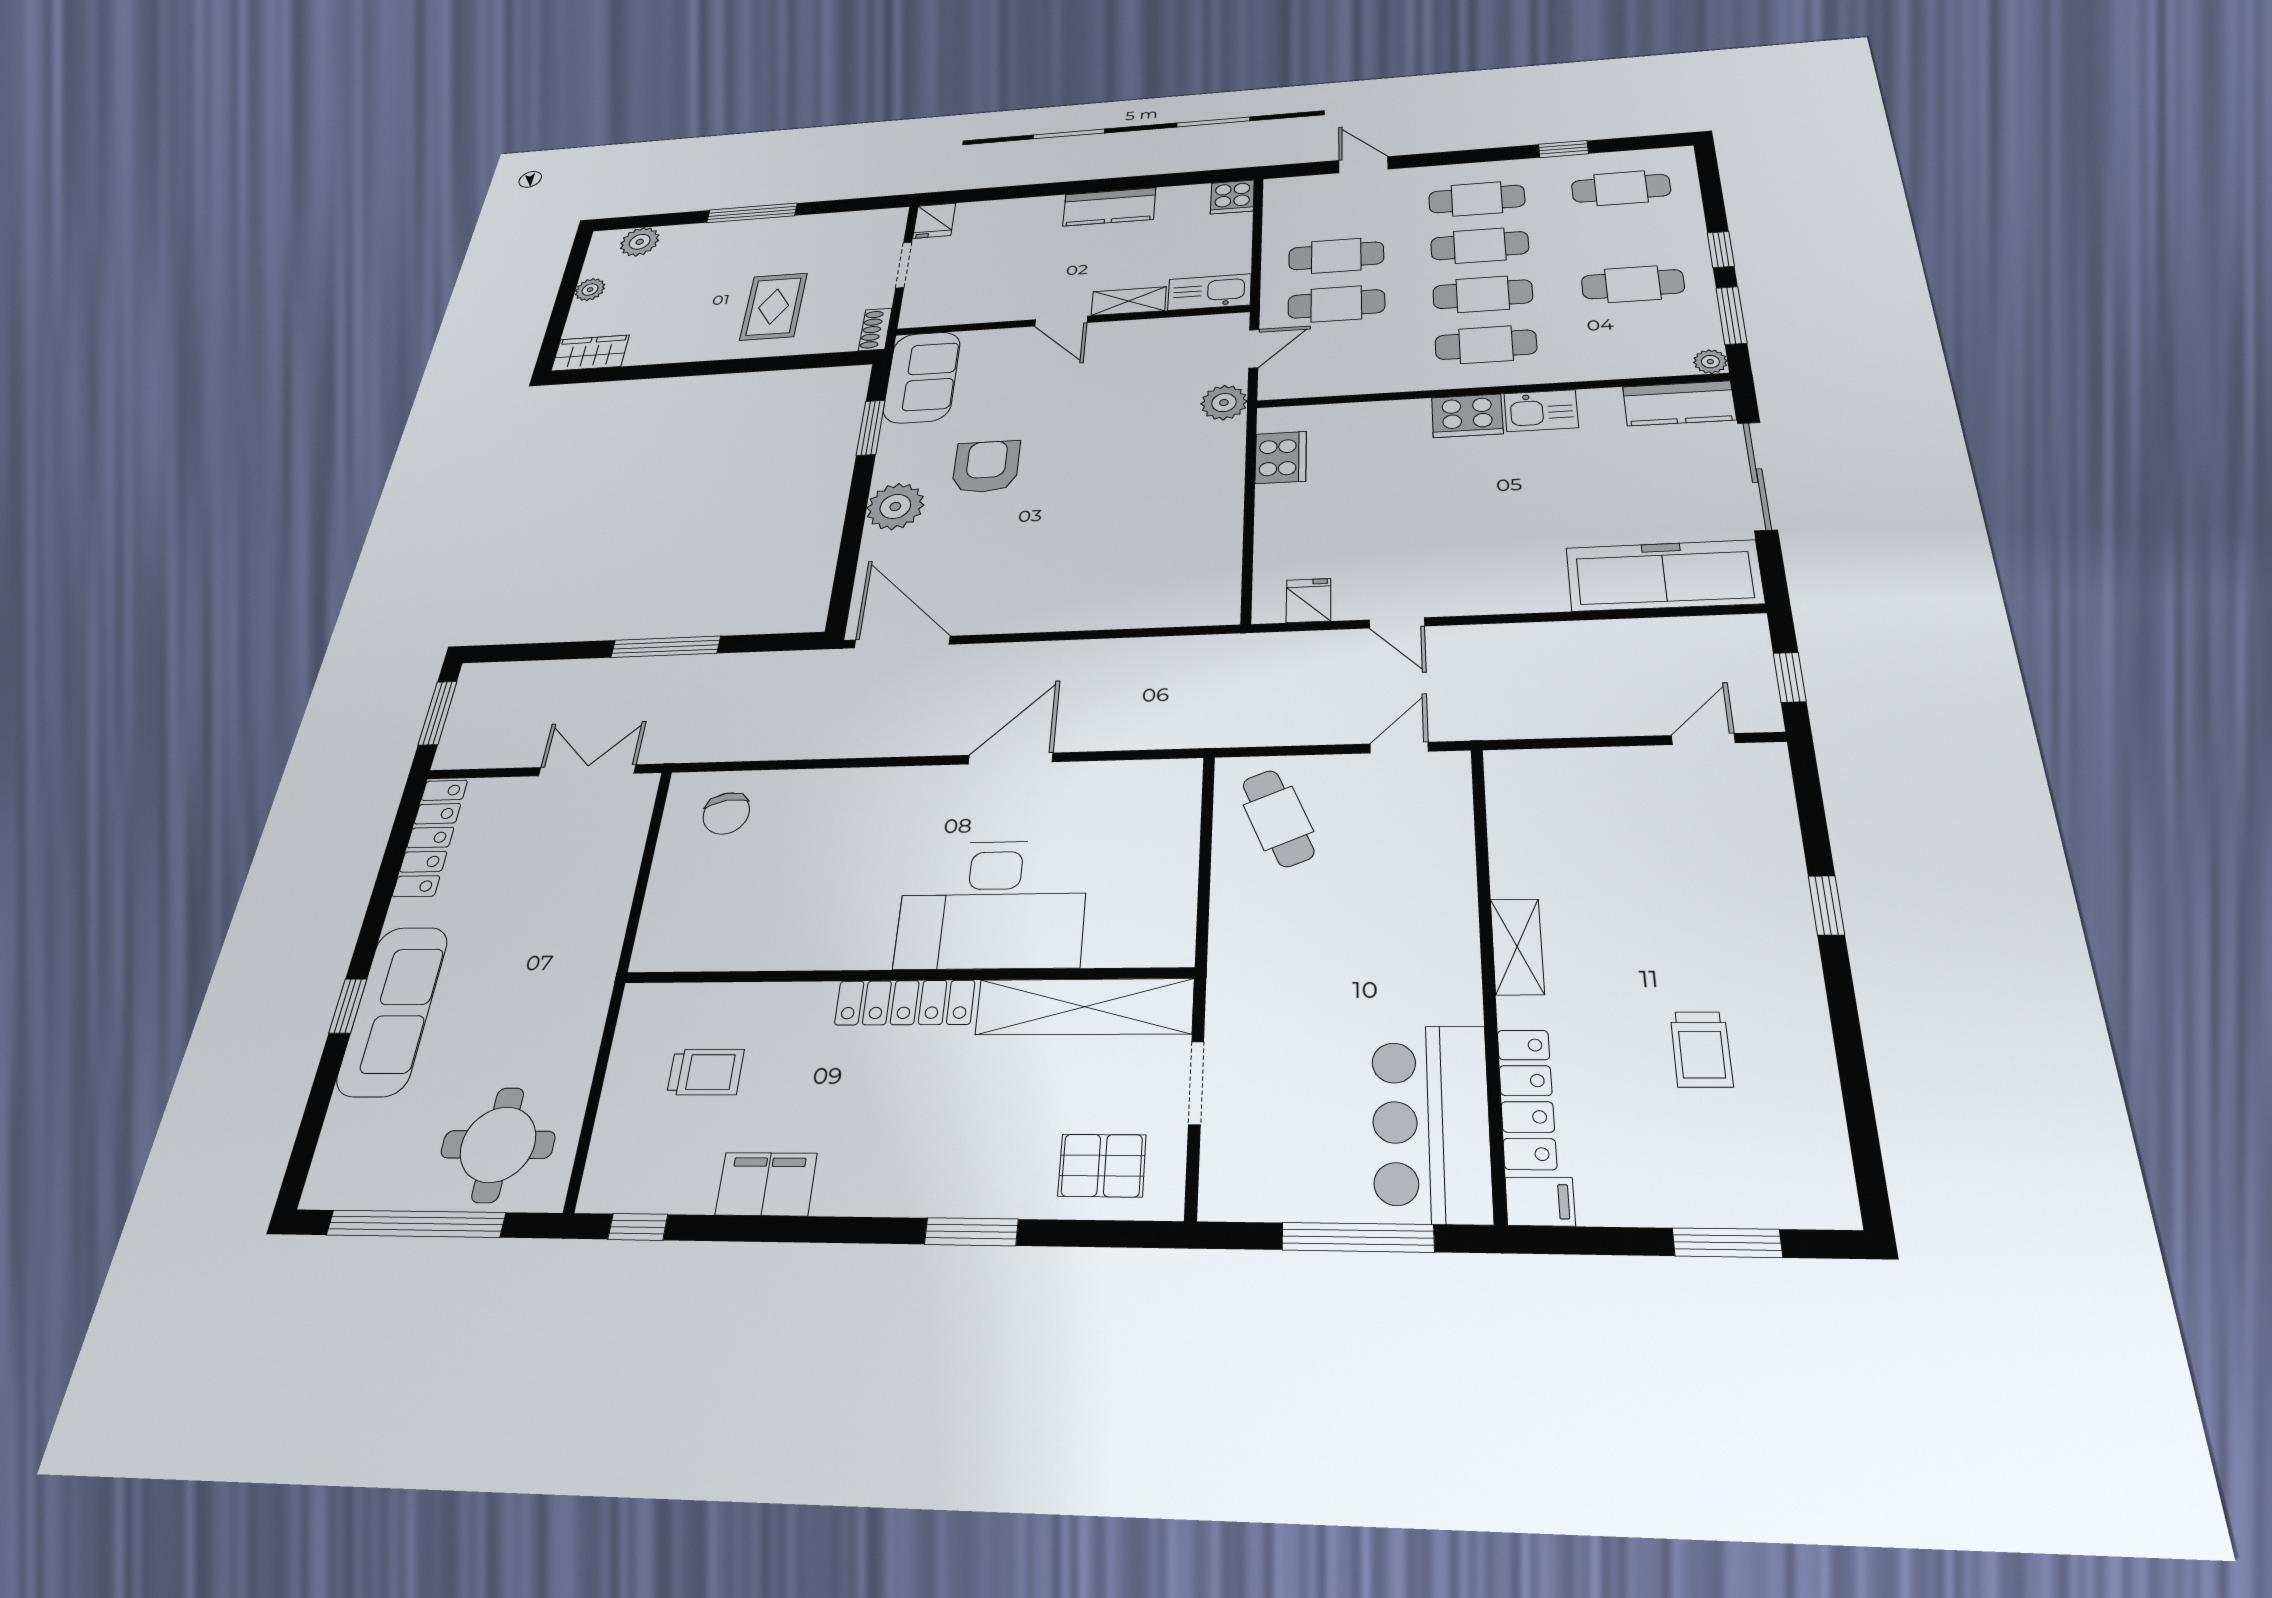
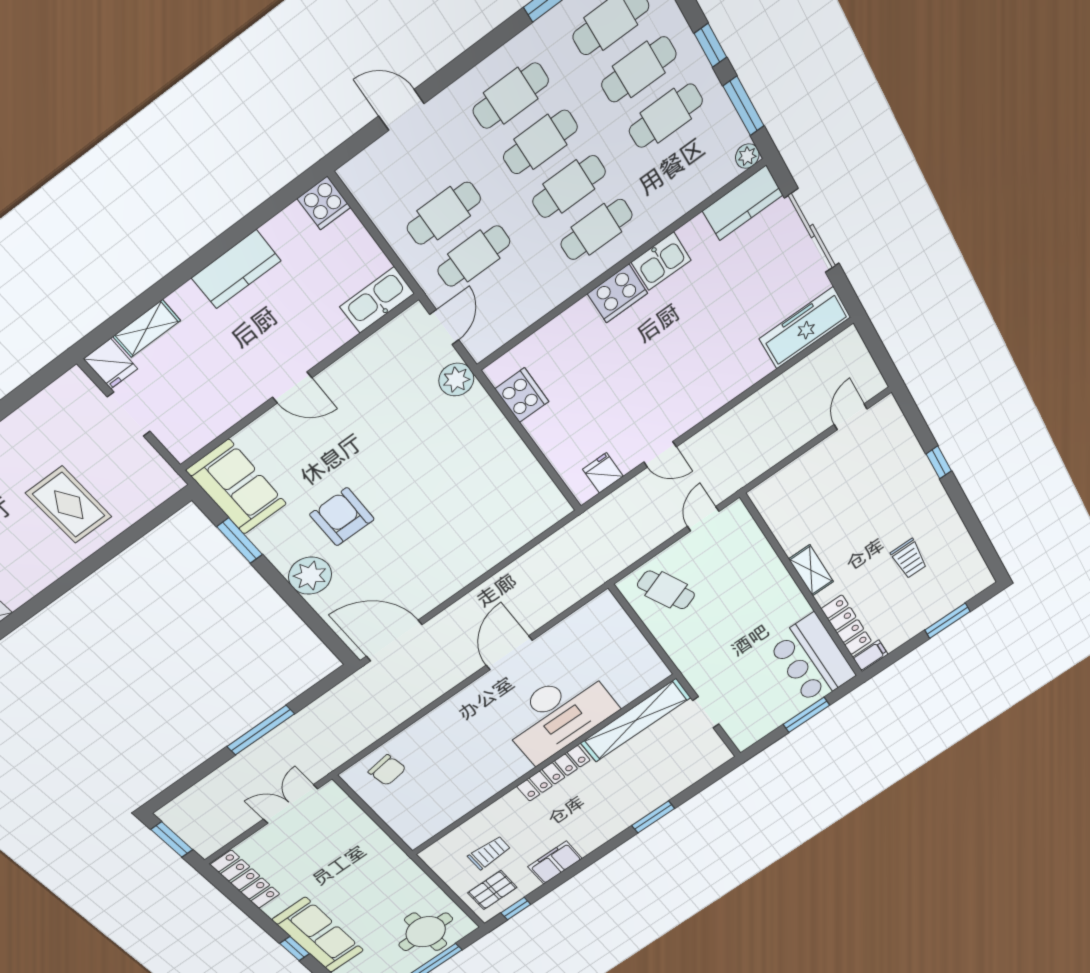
cafe table: (1627, 235) -> (639, 69), added
shelving: (1129, 301) -> (147, 329), moved
shoe rack: (875, 329) -> (165, 475), removed
freezer: (1664, 576) -> (805, 328), width x0.73, depth x0.79
window: (1790, 677) -> (880, 354), removed
pallet: (1102, 1165) -> (492, 890), moved
window: (1358, 1237) -> (806, 715), width x0.69

